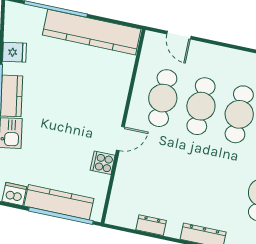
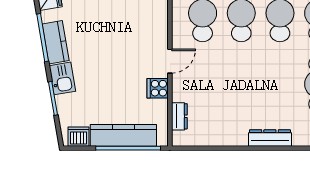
dresser: (151, 225) -> (179, 116), moved, turned 90

